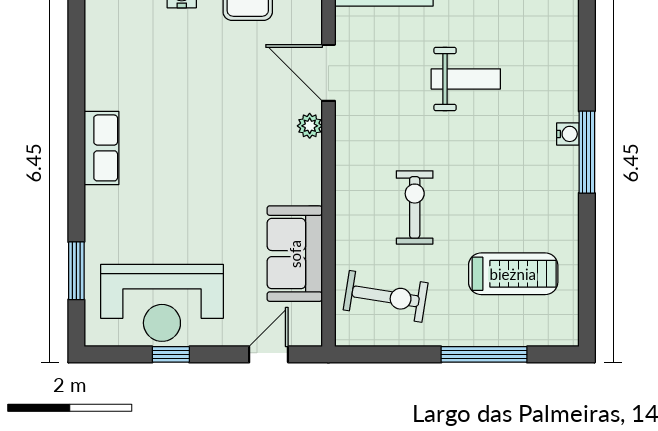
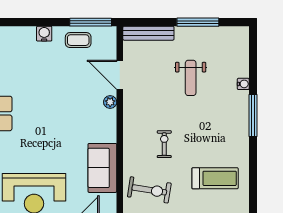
weight bench: (466, 79) -> (191, 78), turned 90
water cooler: (568, 134) -> (243, 84), moved
exercise bike: (415, 207) -> (164, 144), width x0.73, depth x0.72

